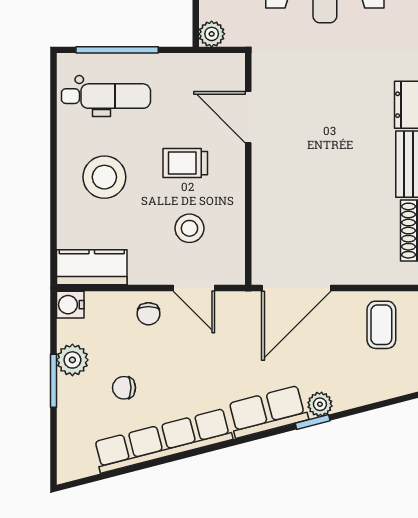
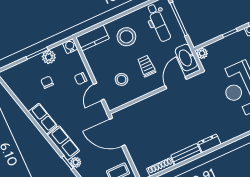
washbasin: (205, 71) -> (186, 57), added
kitchen counter: (92, 267) -> (92, 38), moved, turned 90
row of seats: (163, 441) -> (43, 119), width x0.50

